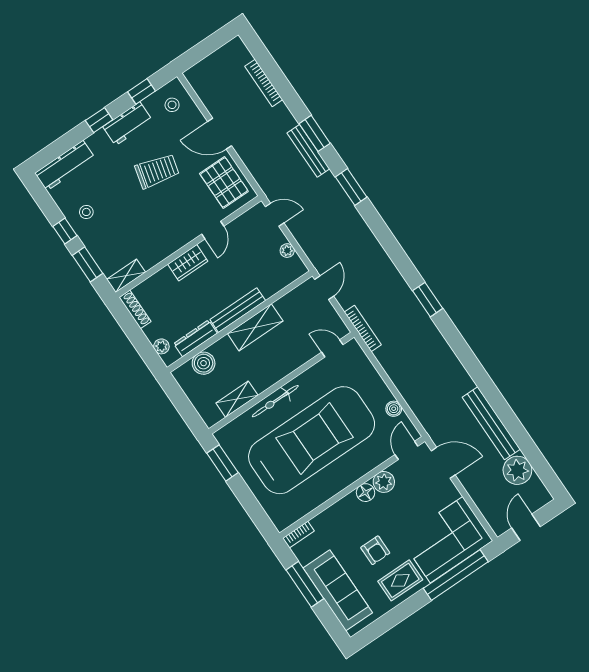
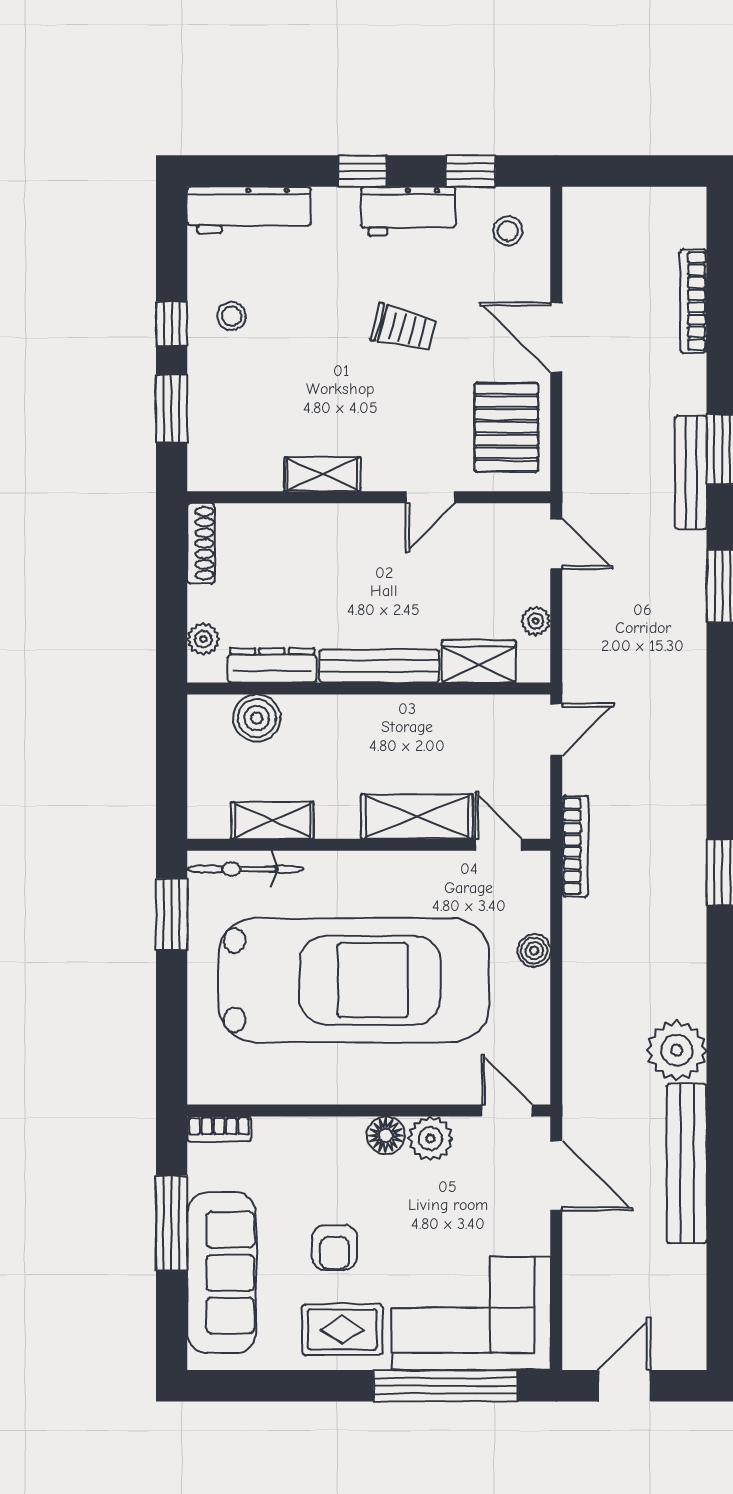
trolley: (157, 171) -> (403, 328), width x0.73, depth x0.72
wardrobe: (188, 263) -> (479, 661), moved, turned 180
shelving: (126, 276) -> (323, 474), moved
shelving: (255, 327) -> (417, 817), moved
bicycle: (275, 401) -> (245, 869), moved
boiler: (394, 409) -> (534, 951), moved
door: (406, 450) -> (507, 1110), hinge flipped
plant: (517, 470) -> (677, 1050), moved

